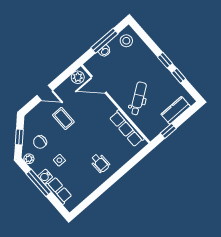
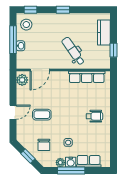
window: (179, 76) -> (31, 10), moved
plant: (29, 159) -> (60, 163), moved

